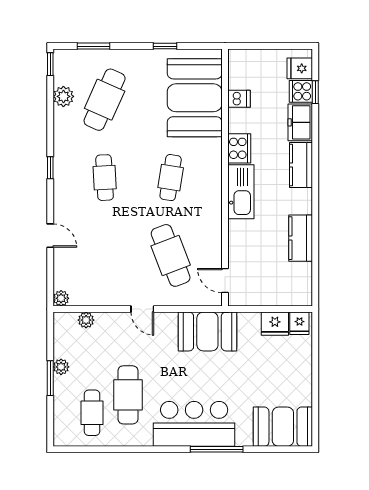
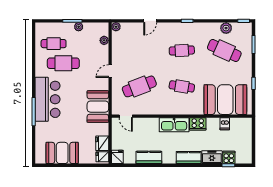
fridge: (300, 68) -> (117, 157), moved
door: (225, 280) -> (126, 116), swing flipped
booth: (283, 427) -> (62, 153), moved, turned 90

